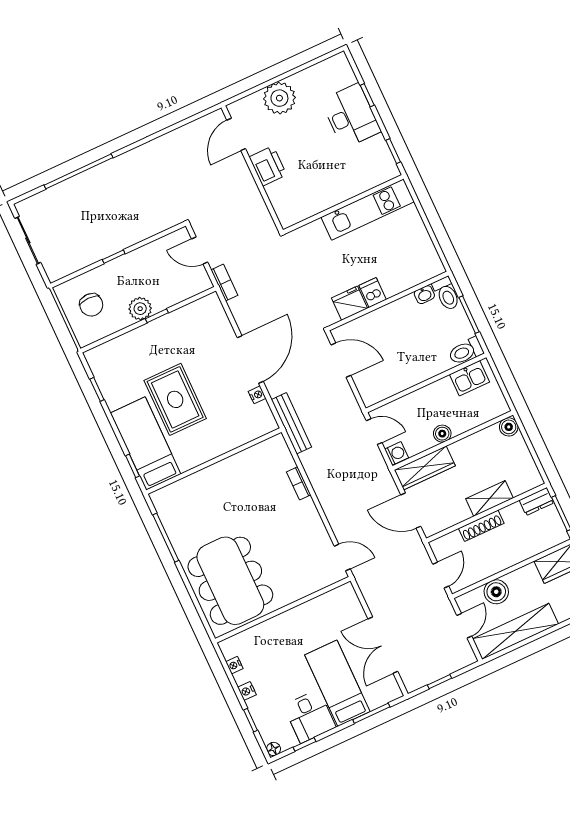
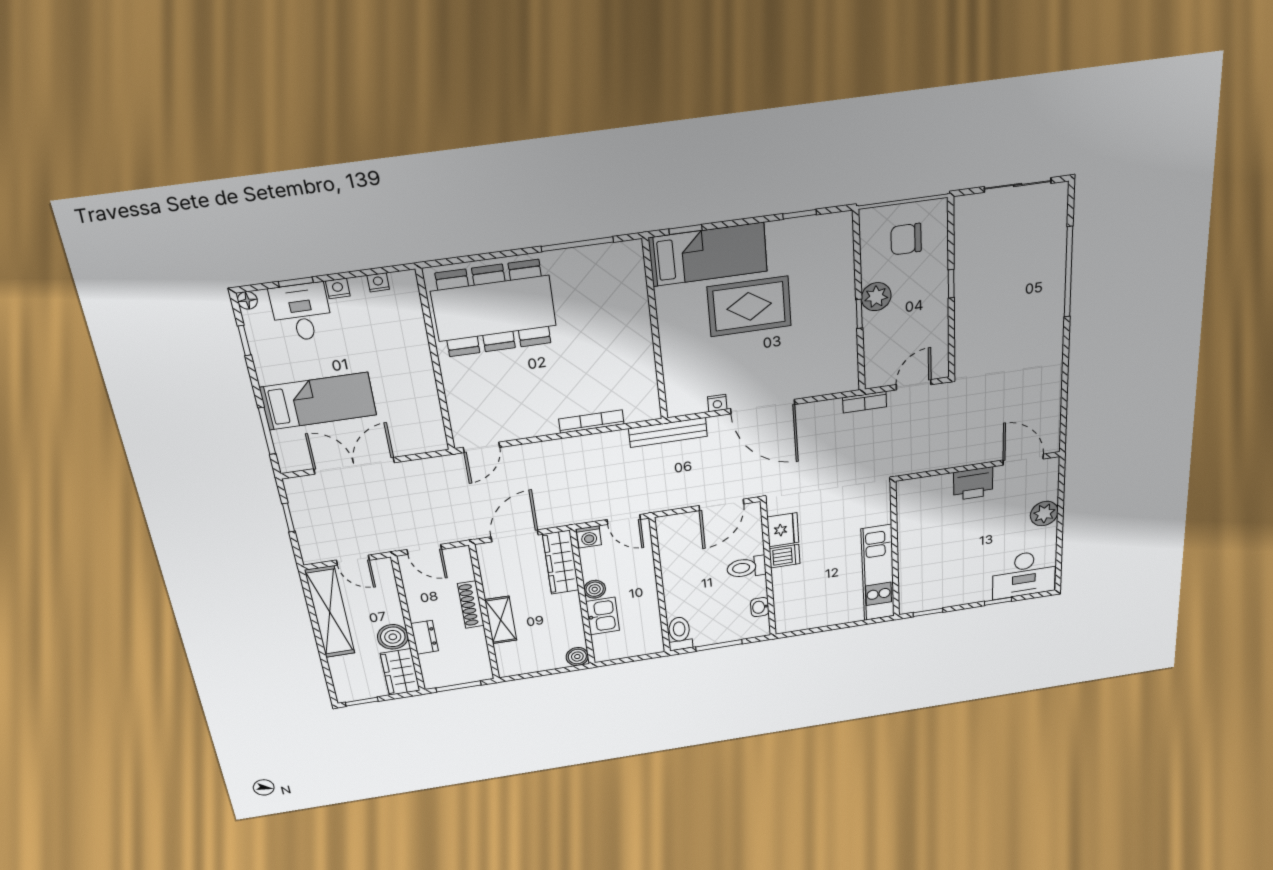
plant: (279, 98) -> (1044, 514), width x0.73, depth x0.73
desk: (351, 116) -> (1024, 574), moved
toilet: (446, 294) -> (746, 567), moved
kitchen sink: (470, 378) -> (603, 616), moved, turned 180
door: (374, 432) -> (624, 519), hinge flipped
bookcase: (299, 483) -> (591, 422), width x1.56
dresser: (537, 501) -> (425, 637), moved, turned 180
boiler: (496, 592) -> (393, 637), moved
desk: (310, 716) -> (301, 312), moved, turned 90

